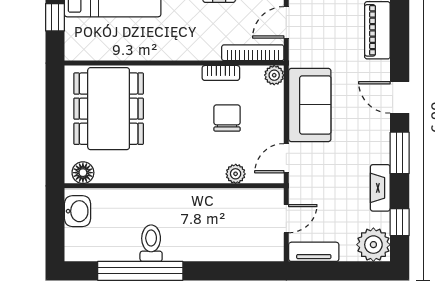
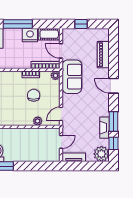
door: (286, 22) -> (61, 51), hinge flipped
sofa: (310, 105) -> (72, 77), moved
window: (400, 153) -> (114, 122), moved

